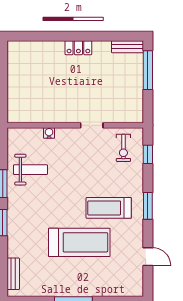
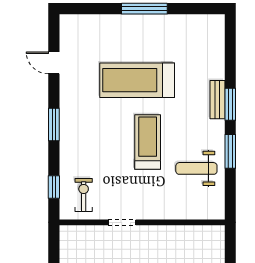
water cooler: (49, 133) -> (174, 213), removed
treadmill: (109, 208) -> (148, 142), moved, turned -90
bench: (13, 274) -> (217, 100), moved

